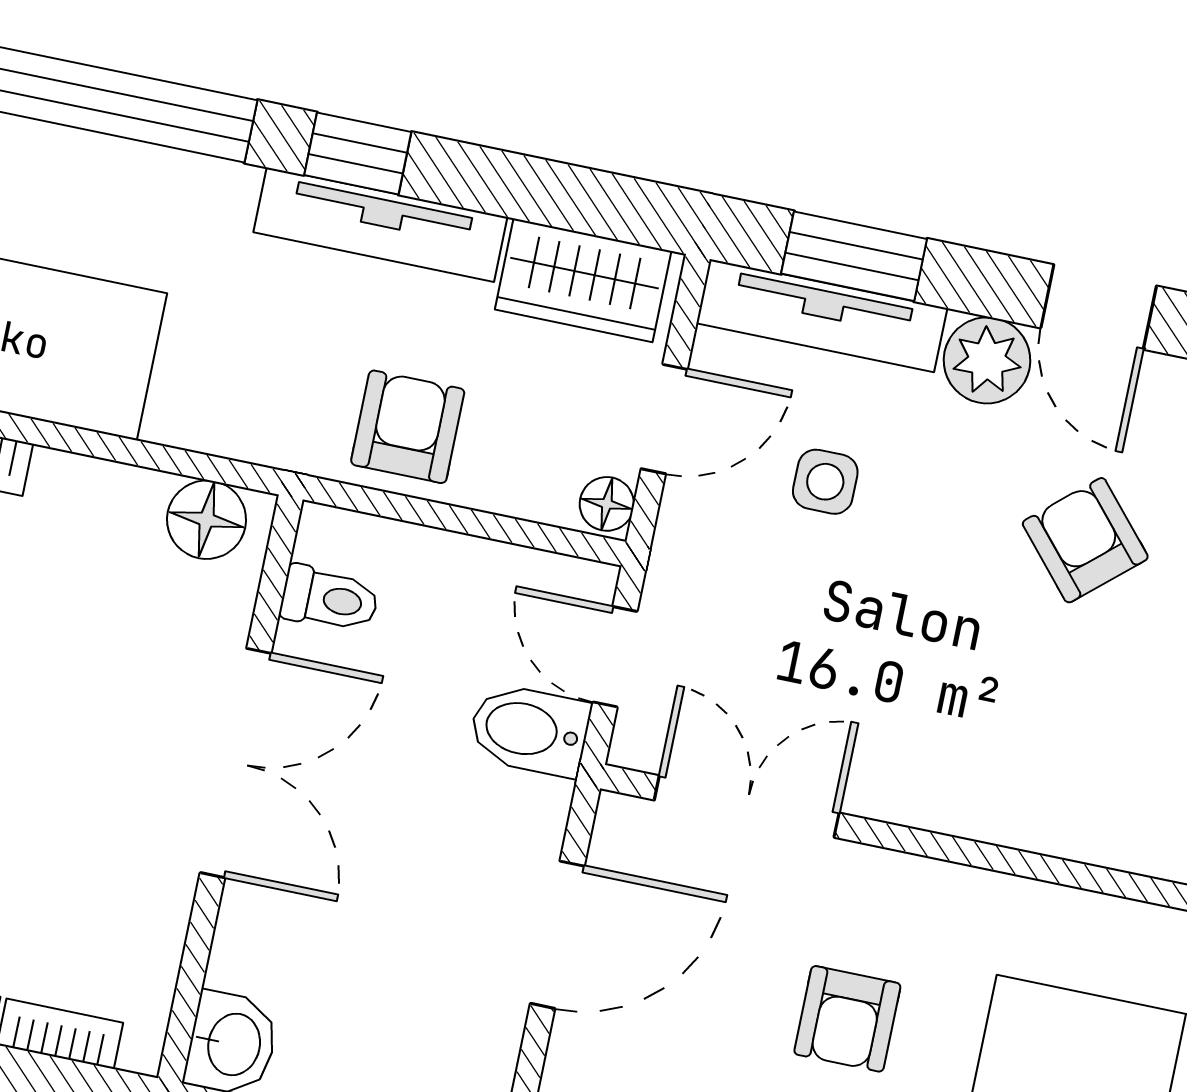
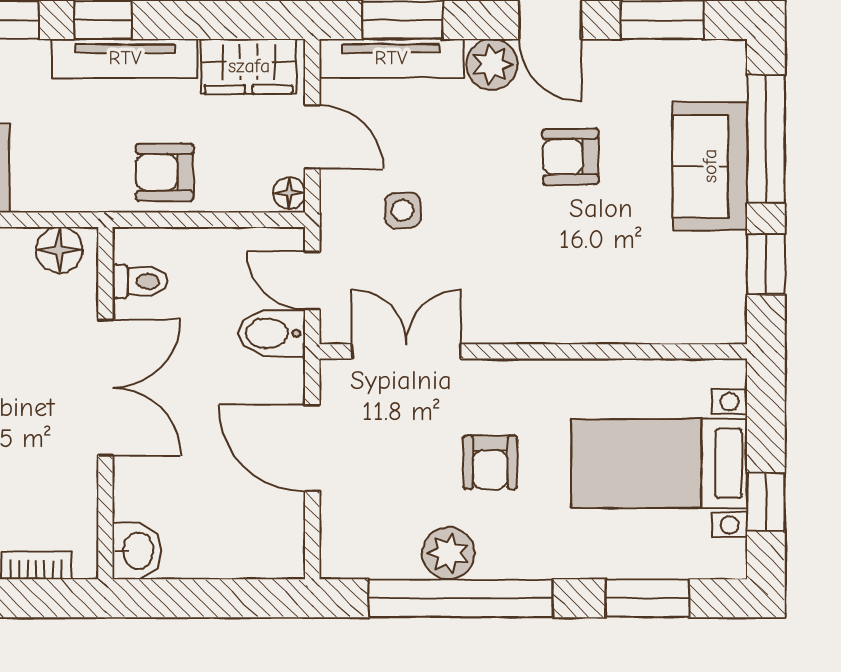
door: (664, 419) -> (312, 137), hinge flipped
armchair: (408, 427) -> (165, 172), turned -90
side table: (825, 482) -> (403, 210), moved
armchair: (1085, 540) -> (571, 157), turned -50
door: (557, 935) -> (312, 448), swing flipped

